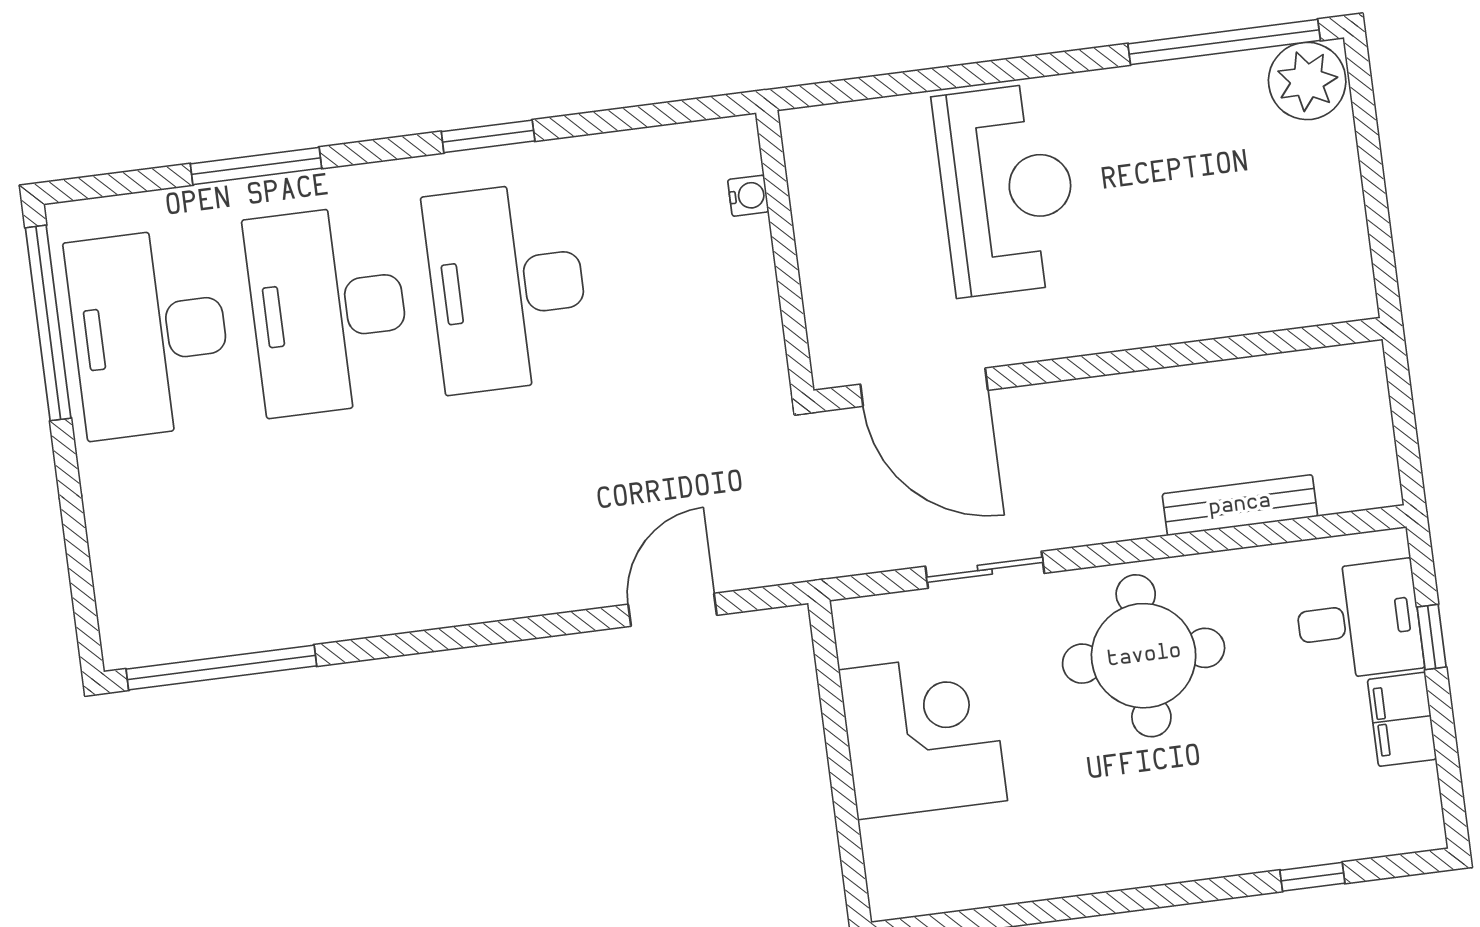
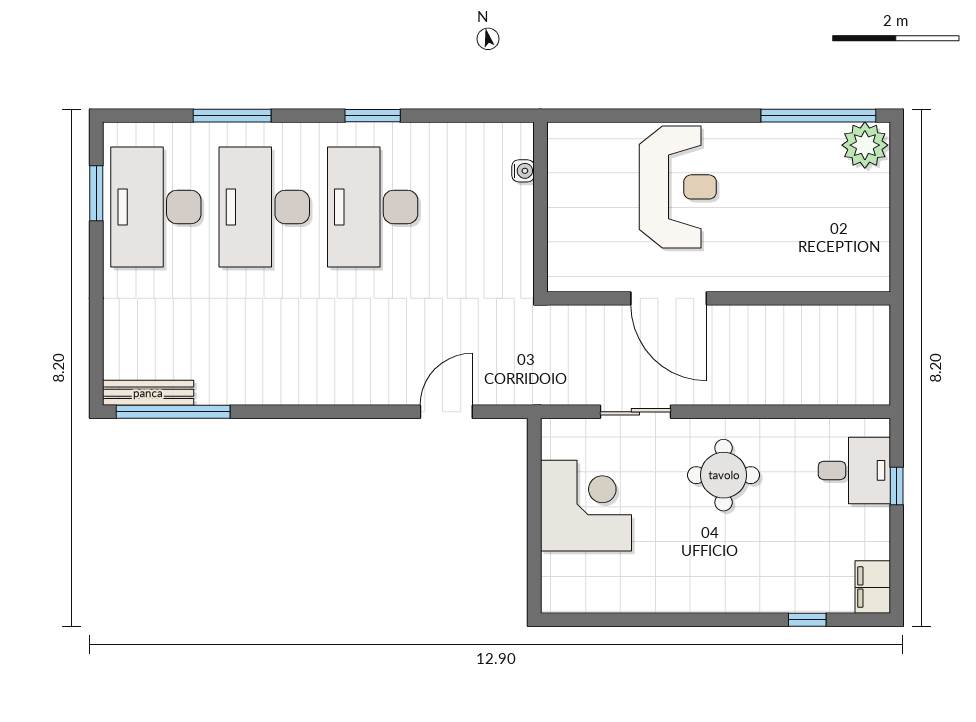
window: (48, 323) -> (96, 193), width x0.47
door: (924, 387) -> (669, 298), moved
bench: (1240, 505) -> (148, 393), moved
round table: (1144, 656) -> (724, 475), width x0.73, depth x0.73
filing cabinet: (1402, 719) -> (873, 587), moved

